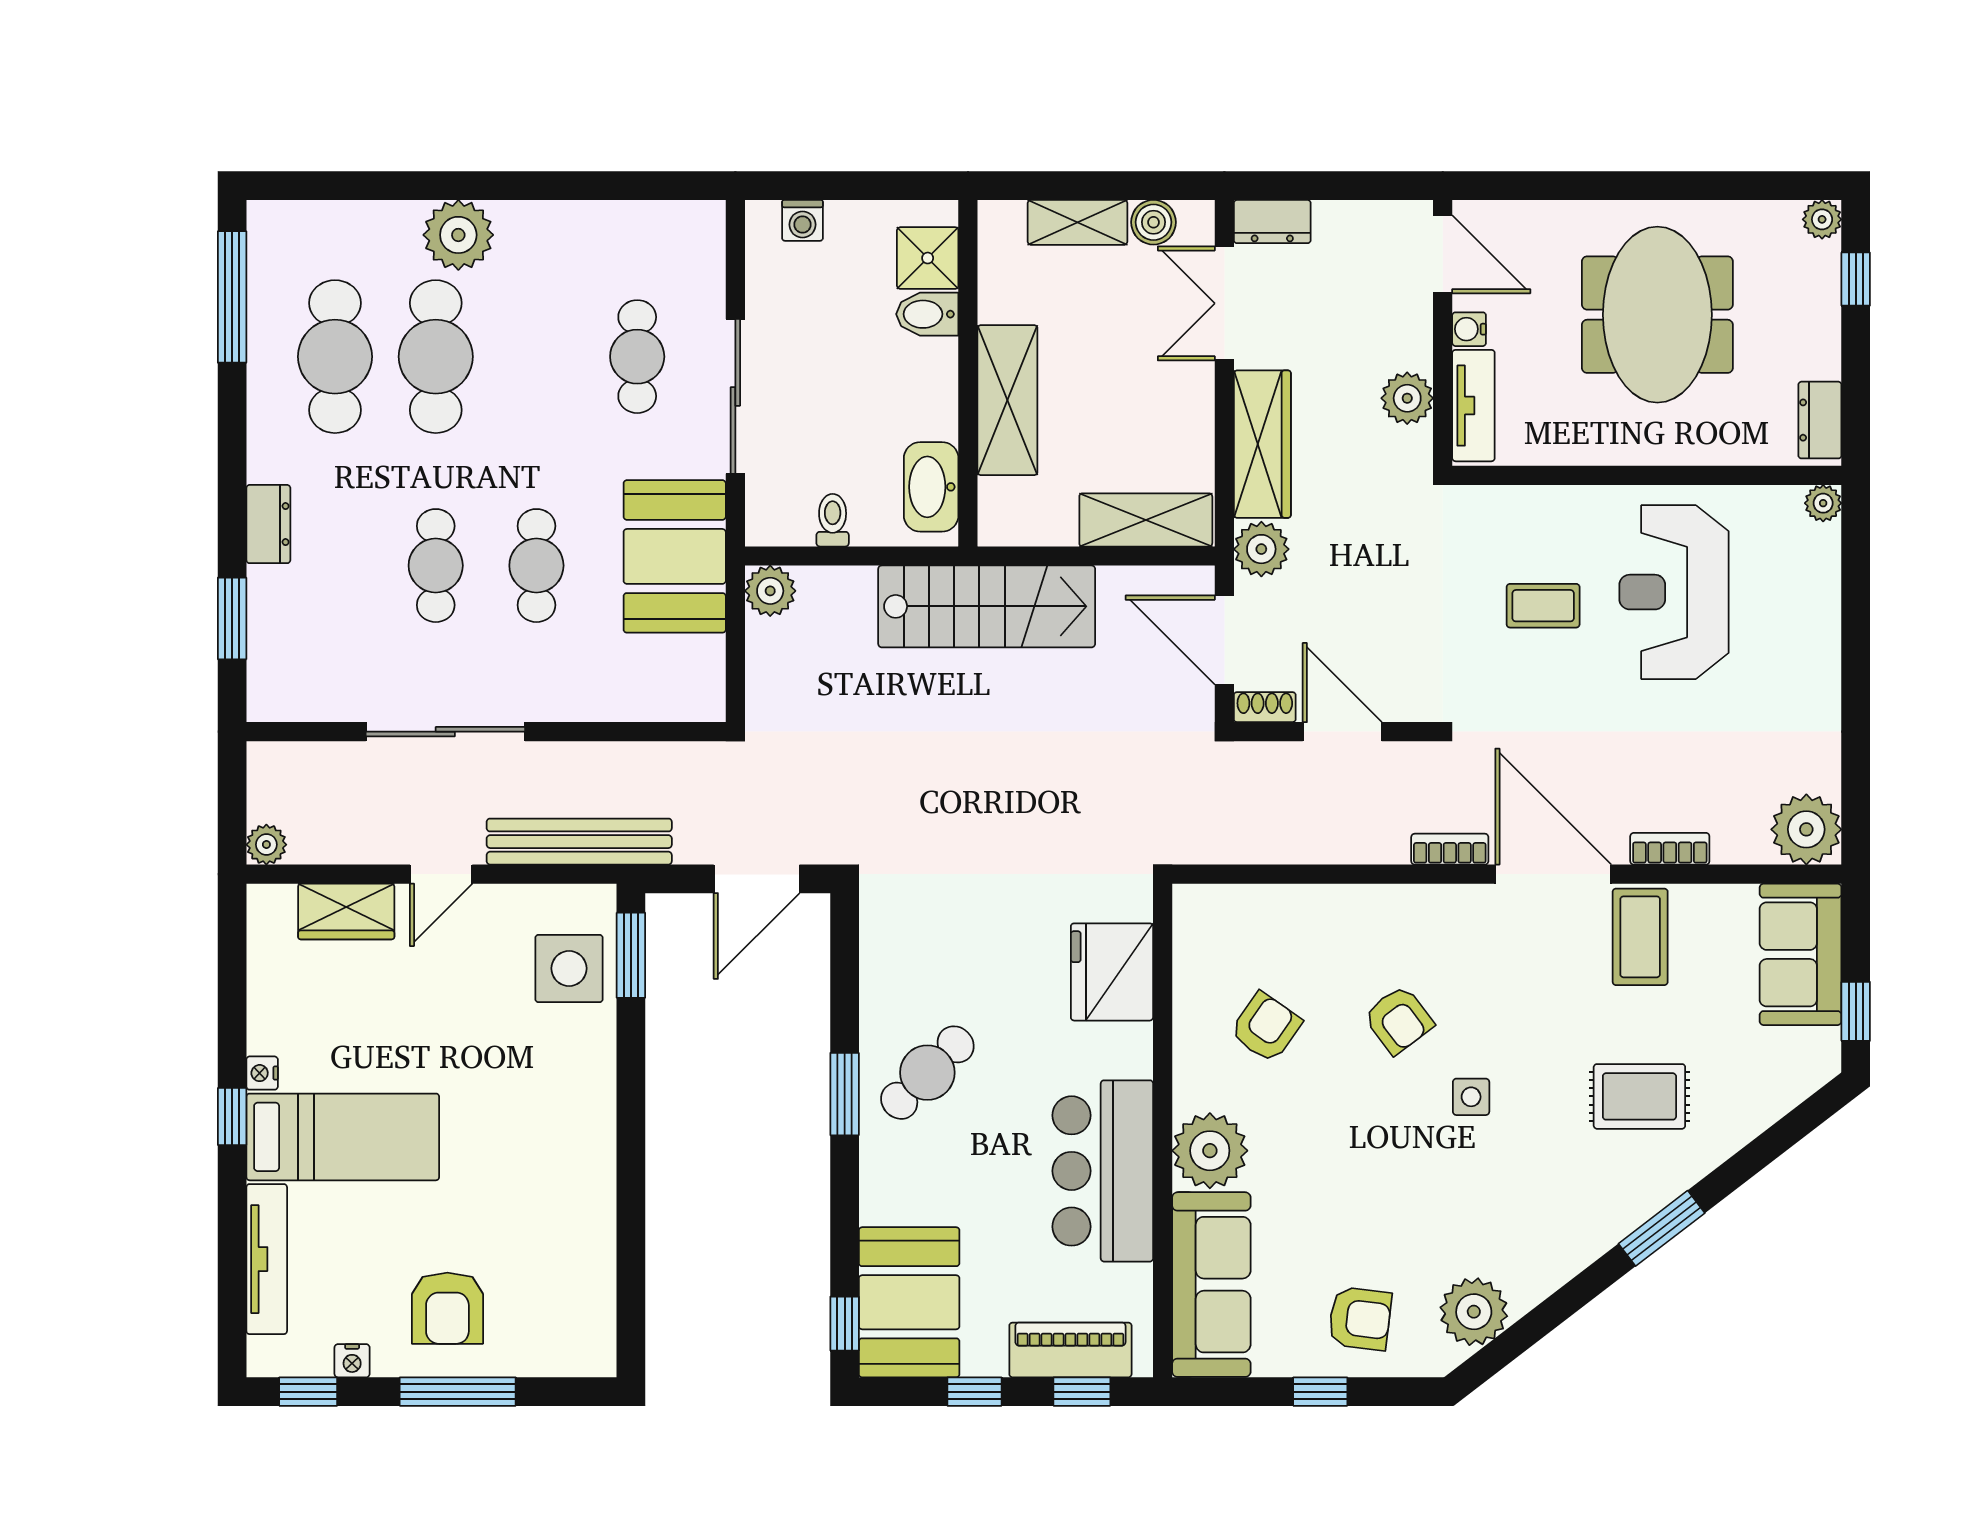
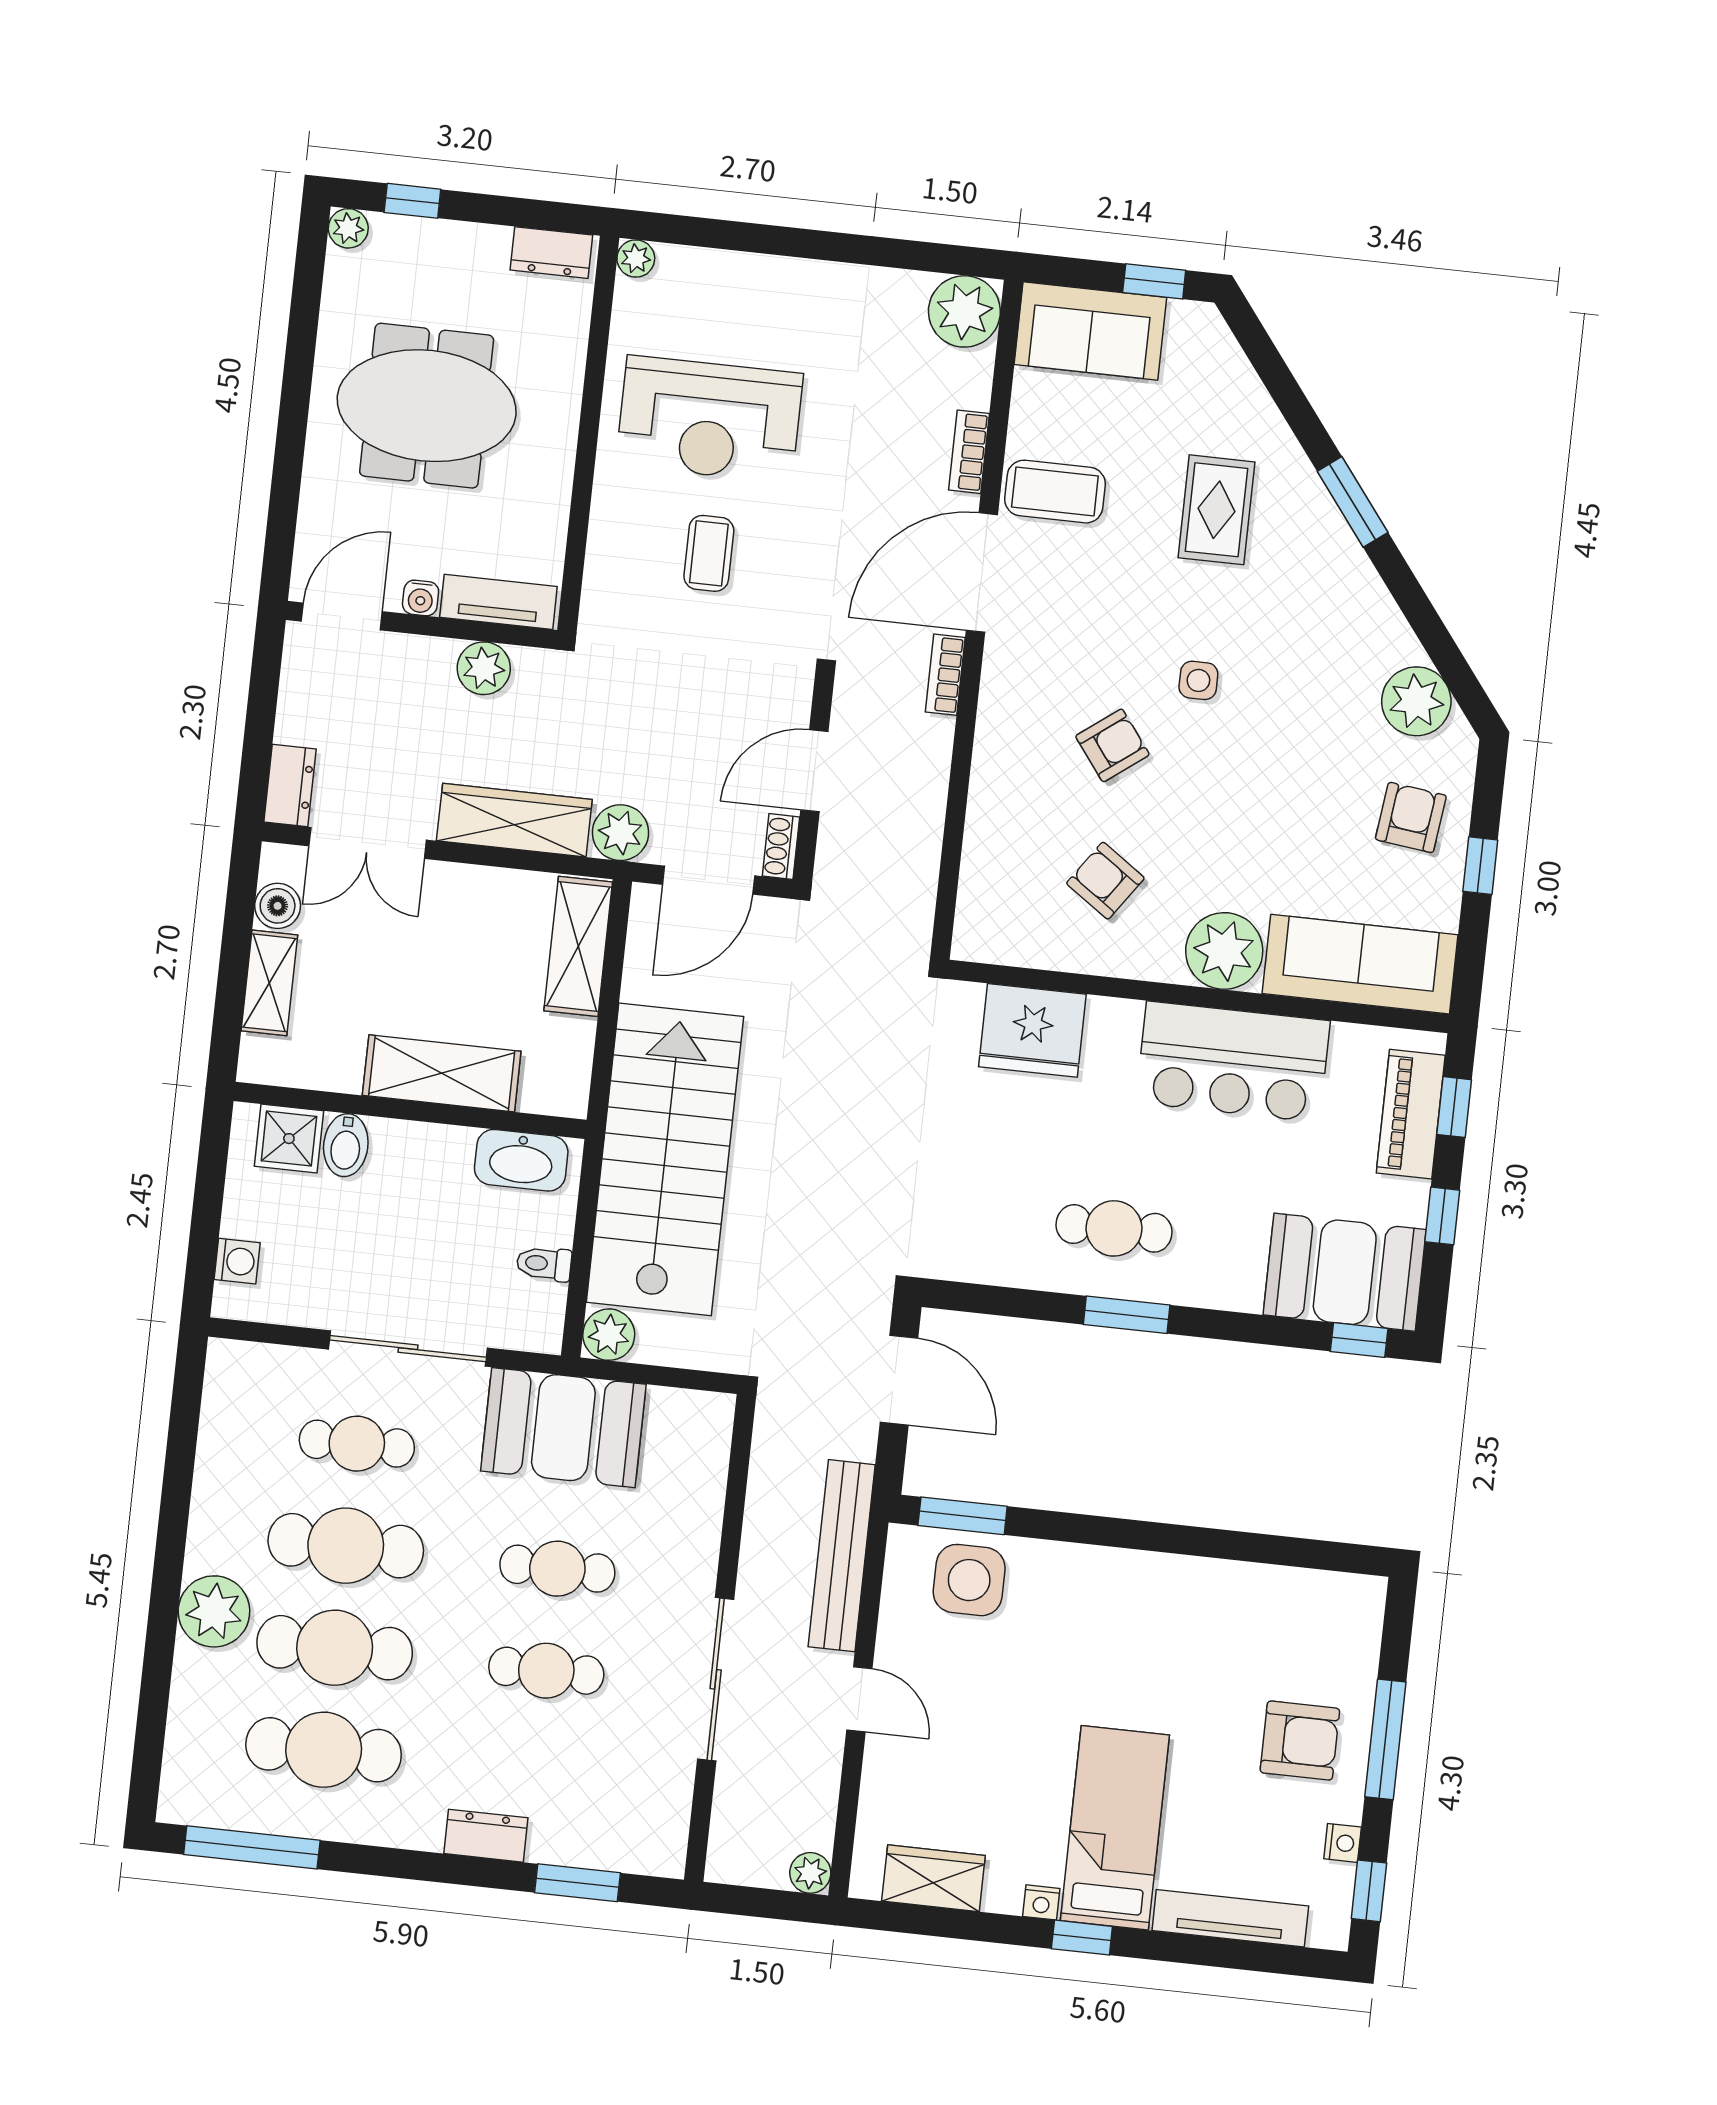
cafe table: (536, 357) -> (346, 1546), added
stairs: (987, 606) -> (665, 1159), width x1.36, depth x1.51
wardrobe: (346, 911) -> (933, 1878), moved, turned -90
cafe table: (927, 1073) -> (1114, 1228), turned -45

